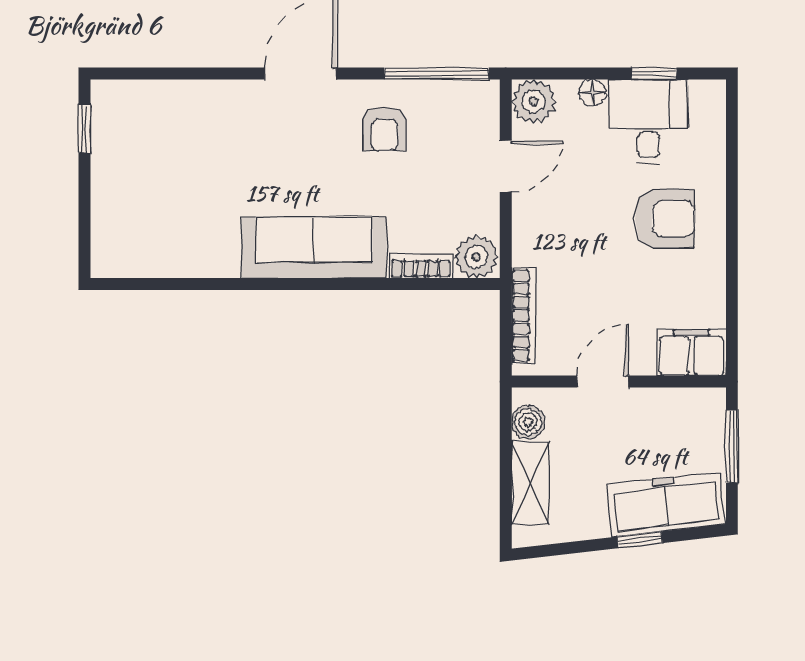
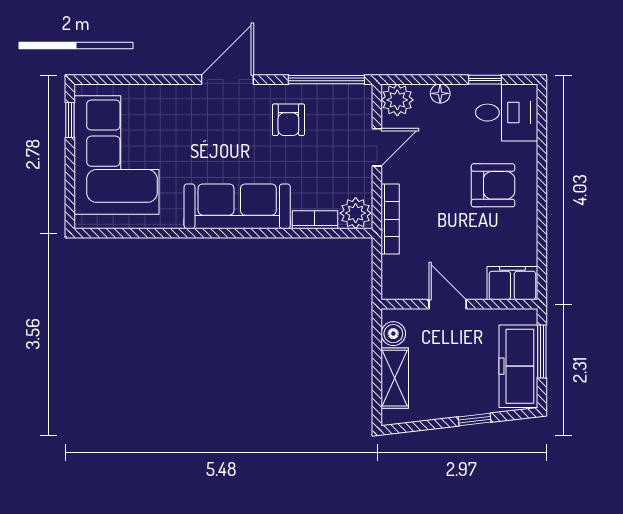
desk: (648, 122) -> (507, 113), moved, turned 90
corner sofa: (149, 177) -> (117, 155), added
bookcase: (524, 315) -> (390, 219), moved
door: (603, 382) -> (448, 304), hinge flipped
freezer: (666, 504) -> (518, 366), moved, turned -83

